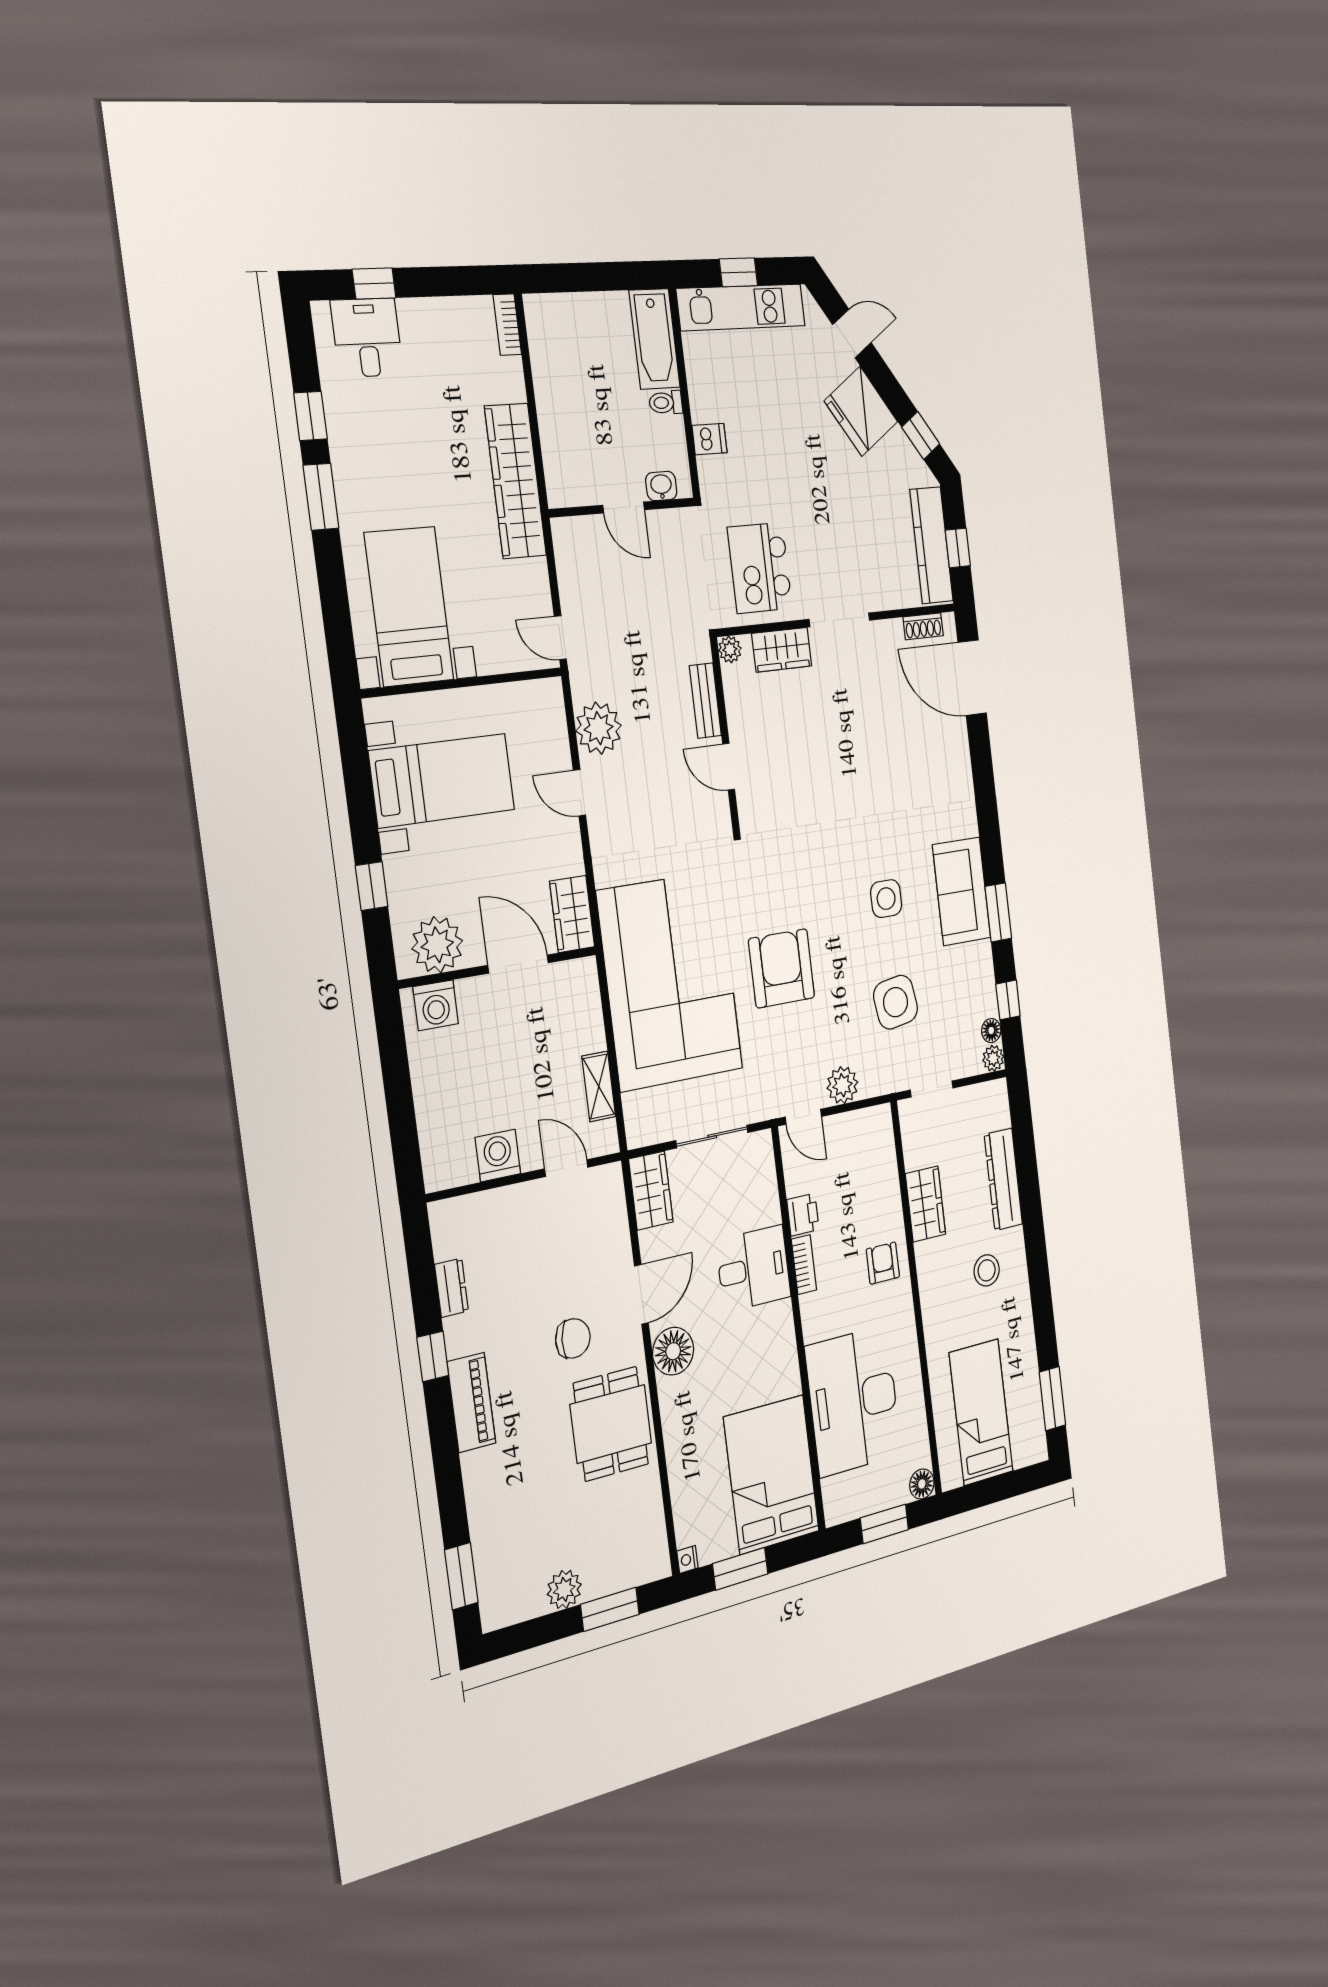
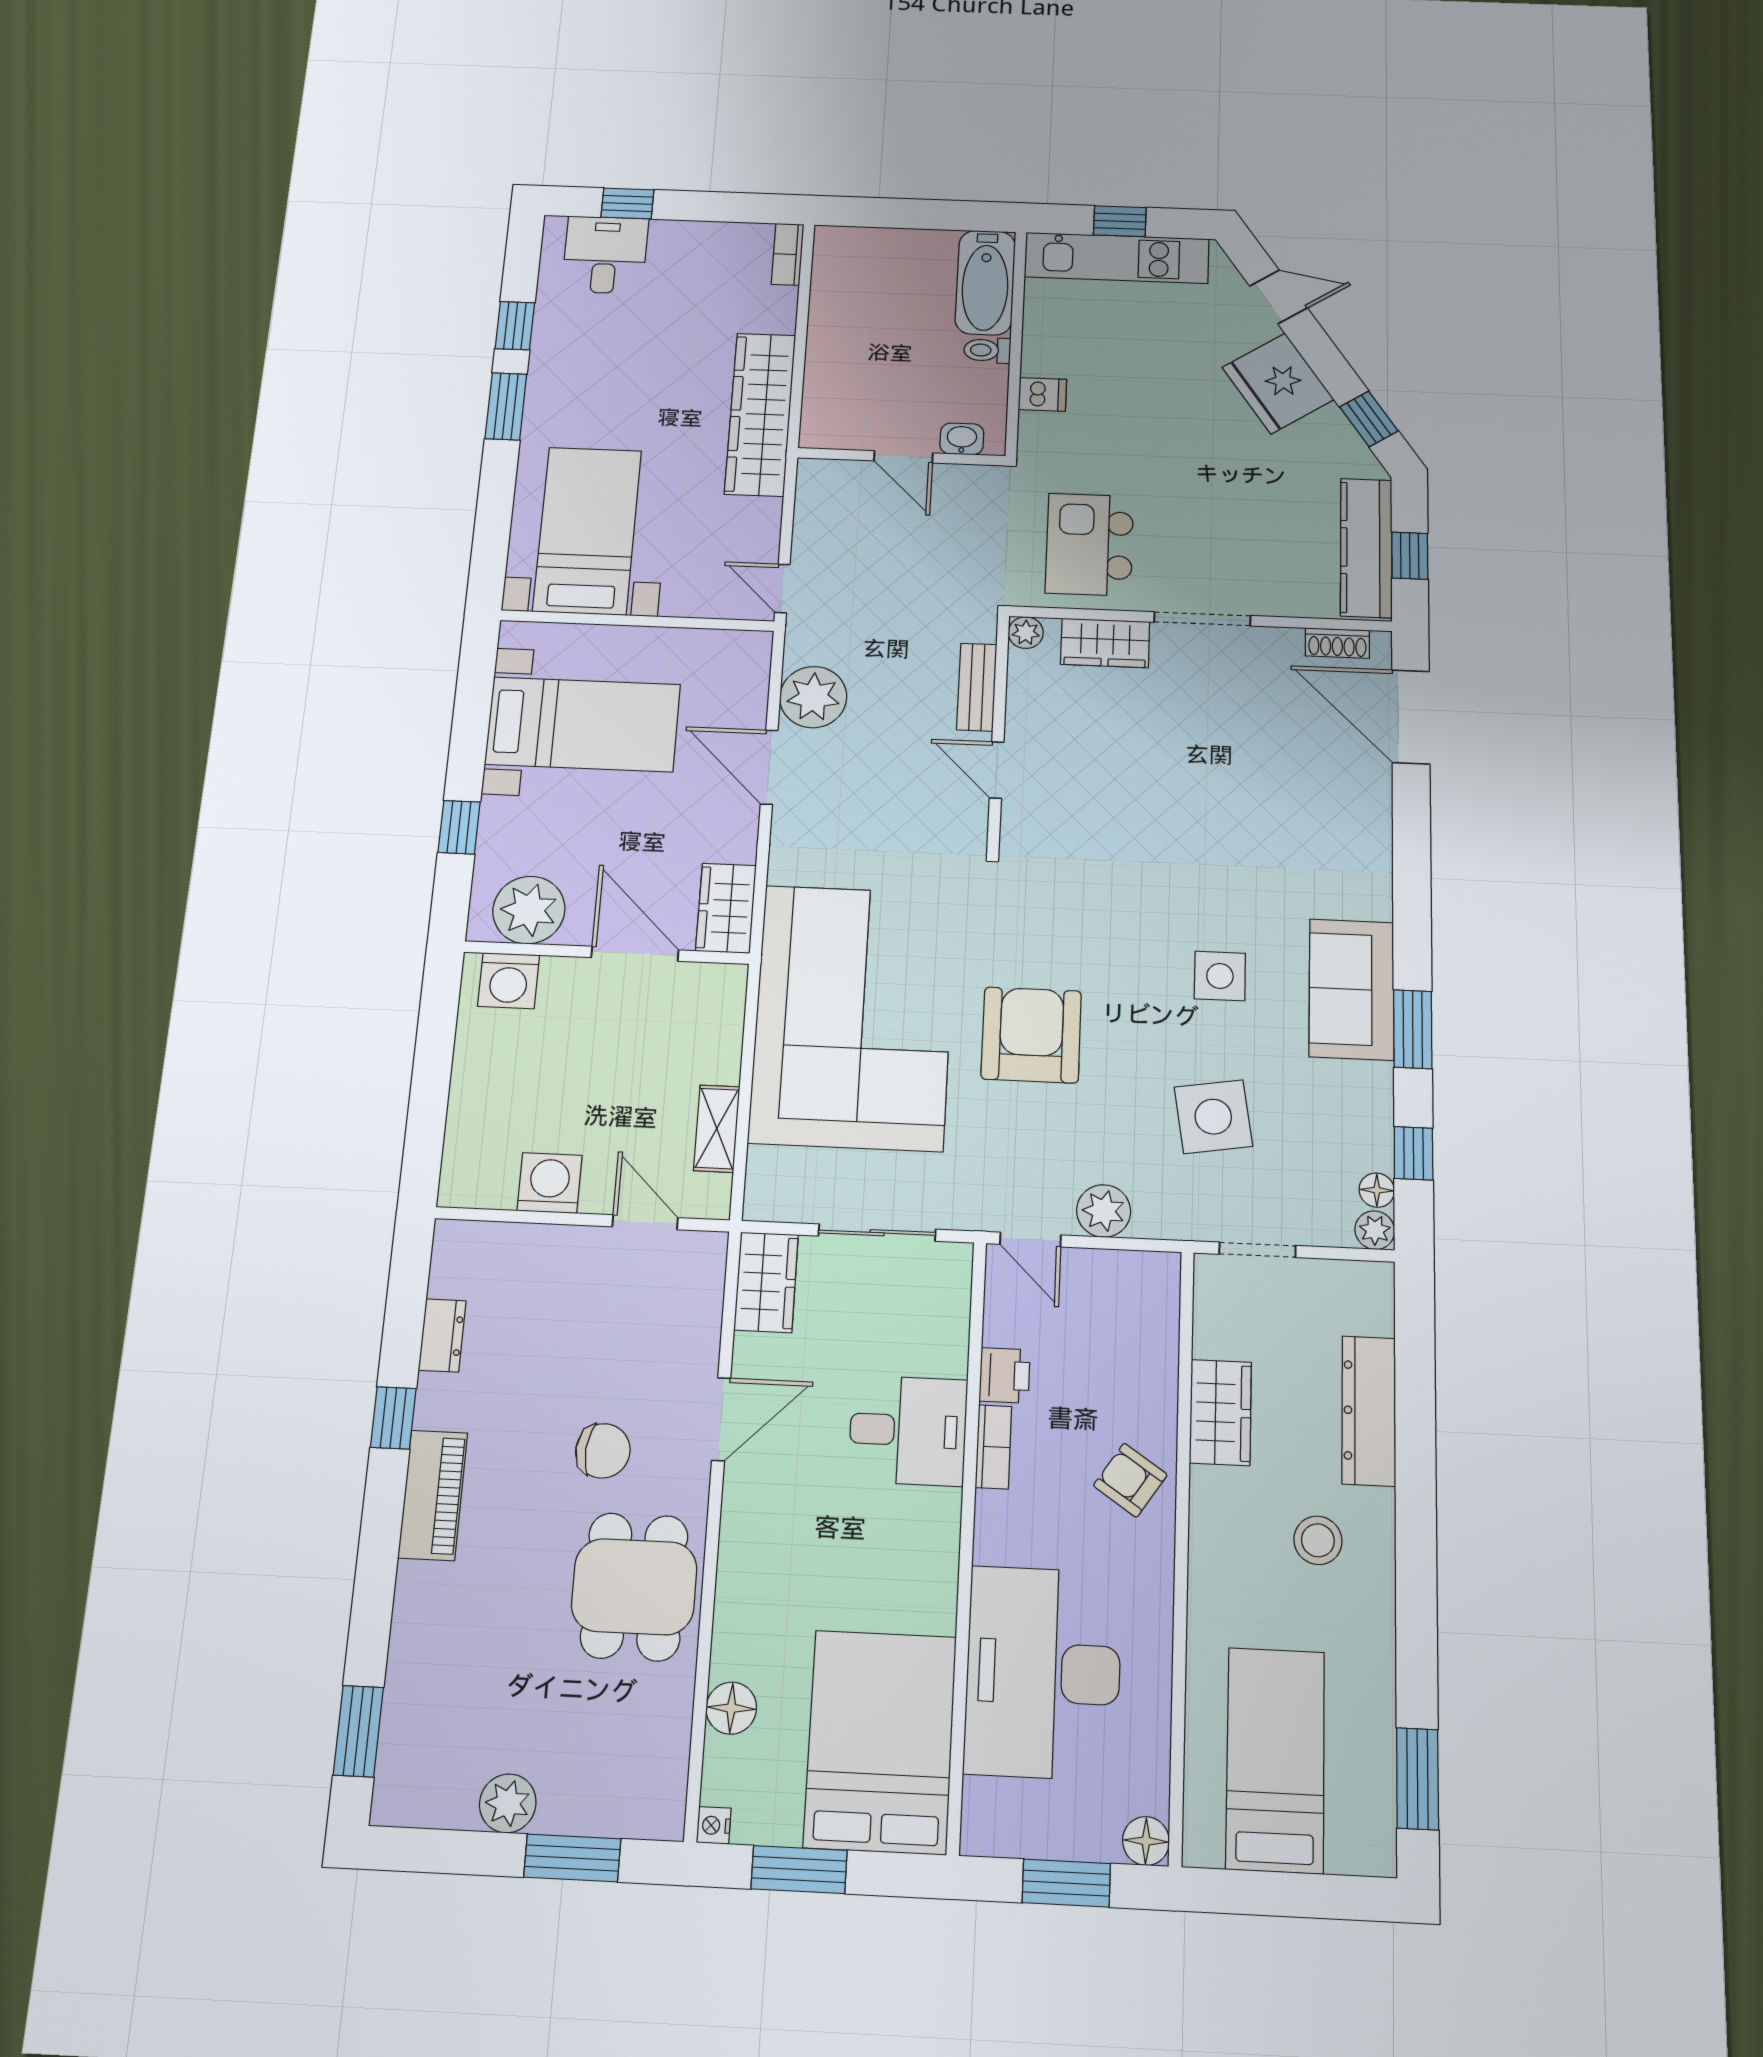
door: (579, 793) -> (769, 767), width x1.38
armchair: (883, 1263) -> (1130, 1480), turned -56
floor lamp: (673, 1351) -> (731, 1708), moved, width x0.73, depth x0.73

